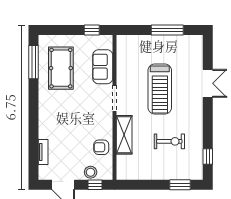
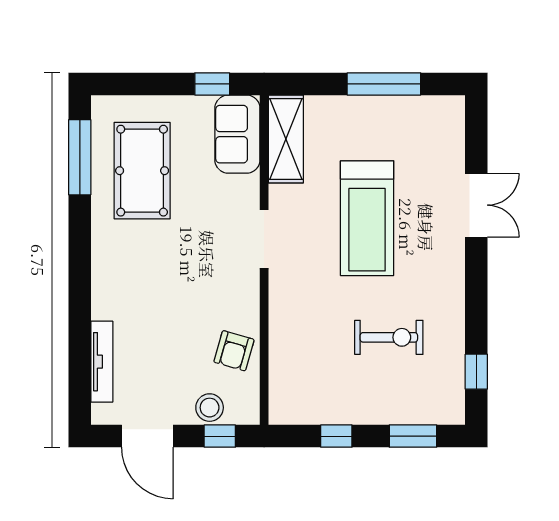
sofa: (103, 67) -> (237, 134), moved
shelving: (124, 135) -> (286, 139), moved
armchair: (101, 147) -> (234, 351), turned -74
tv unit: (43, 152) -> (102, 362), width x1.41
window: (146, 185) -> (336, 436), added

